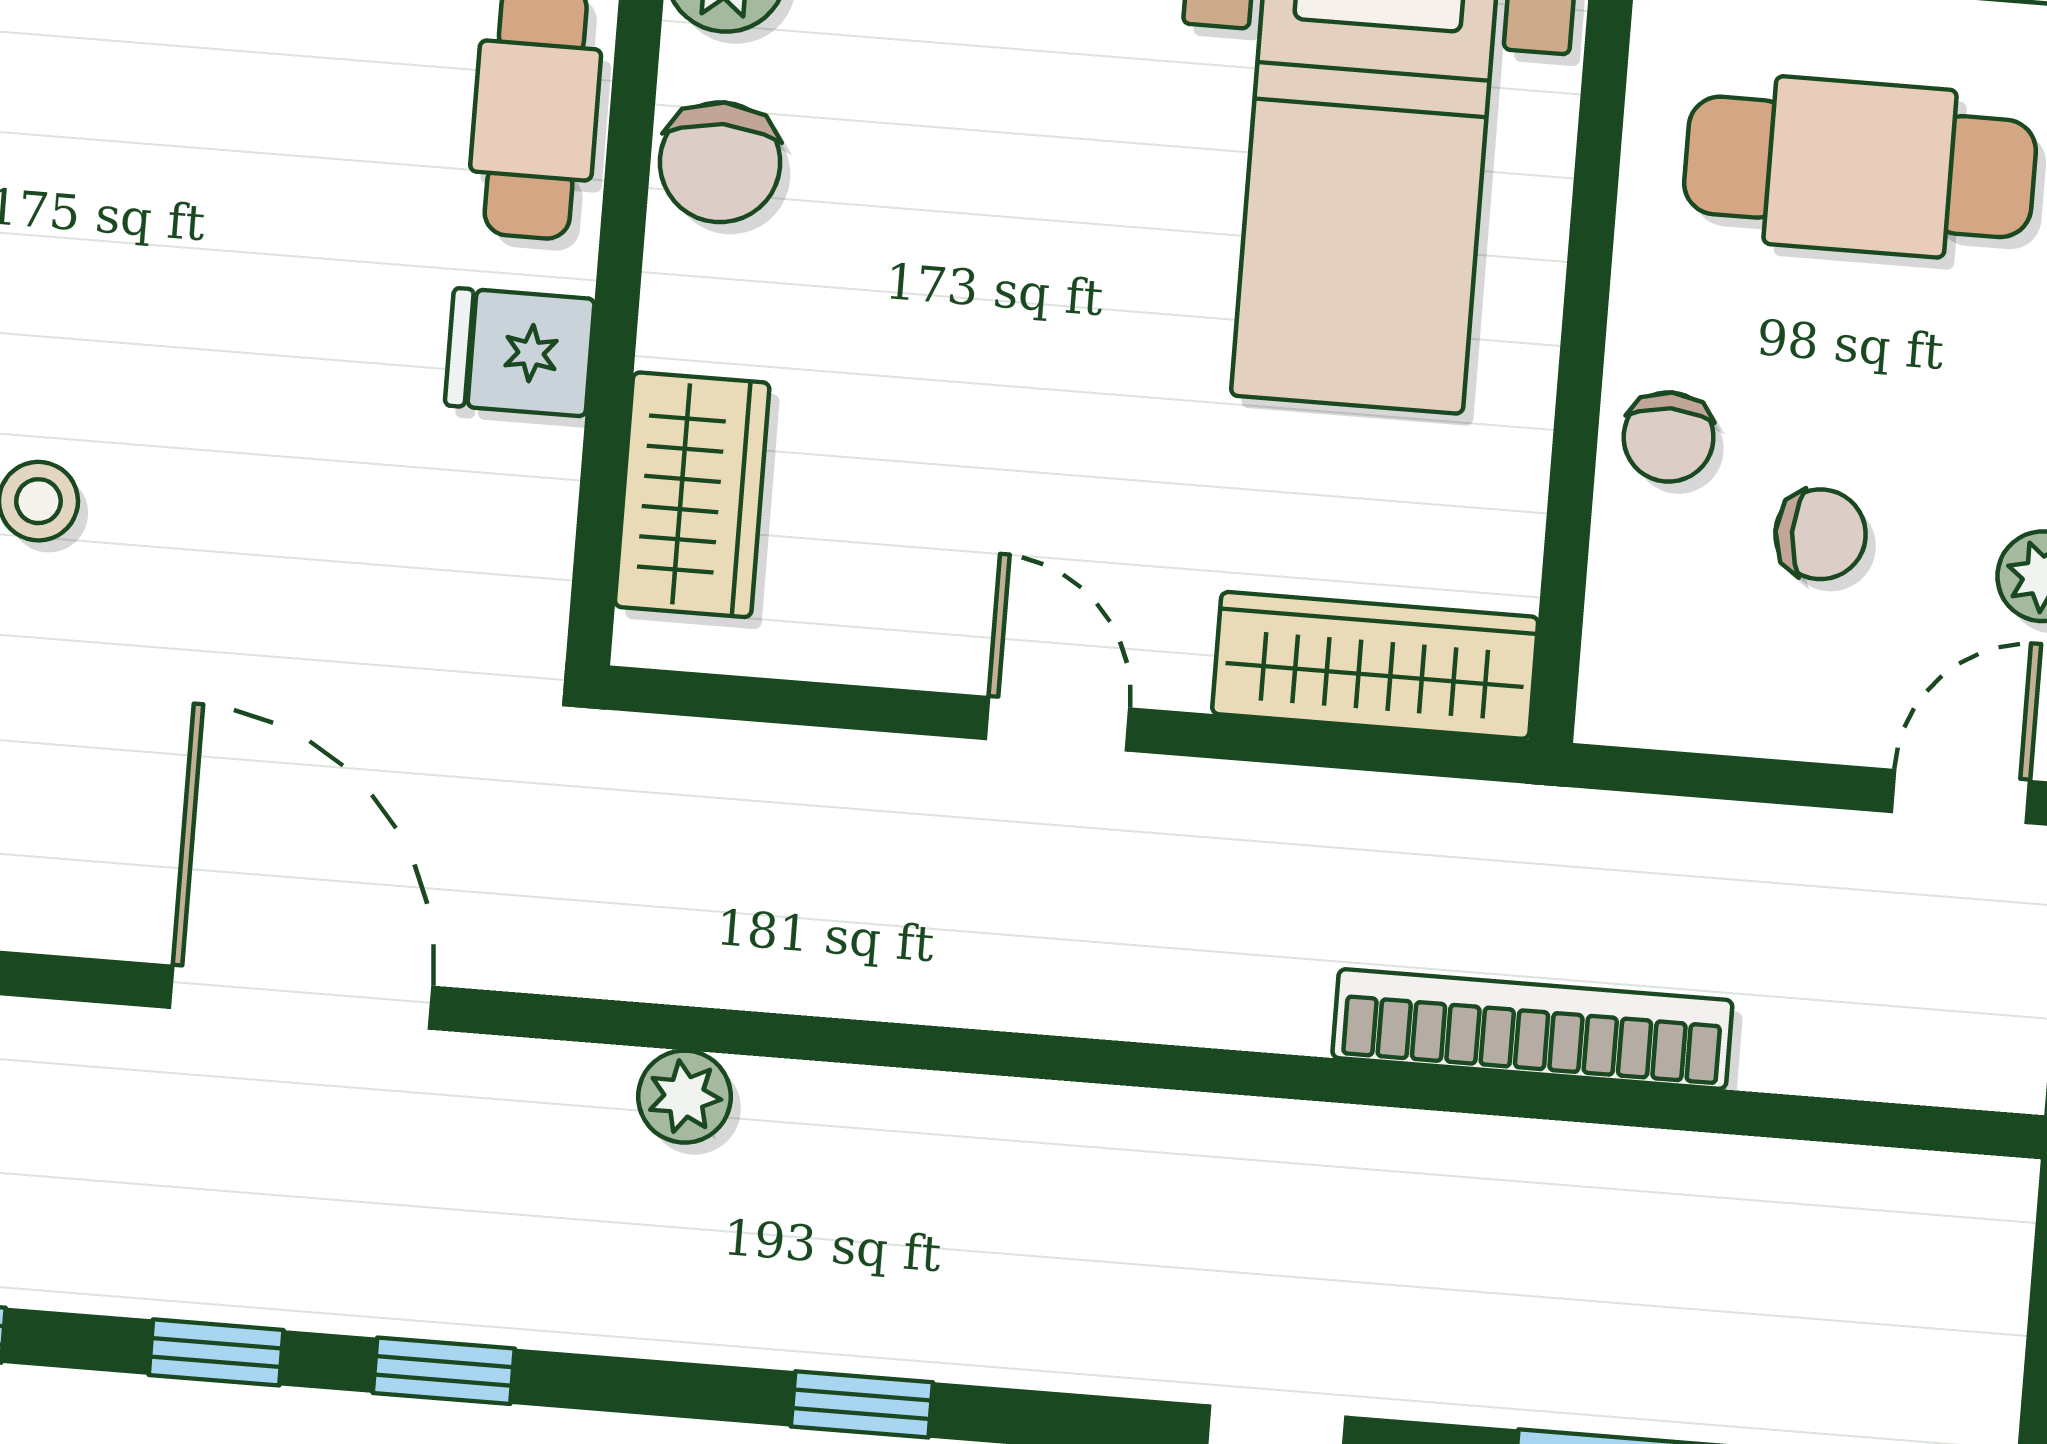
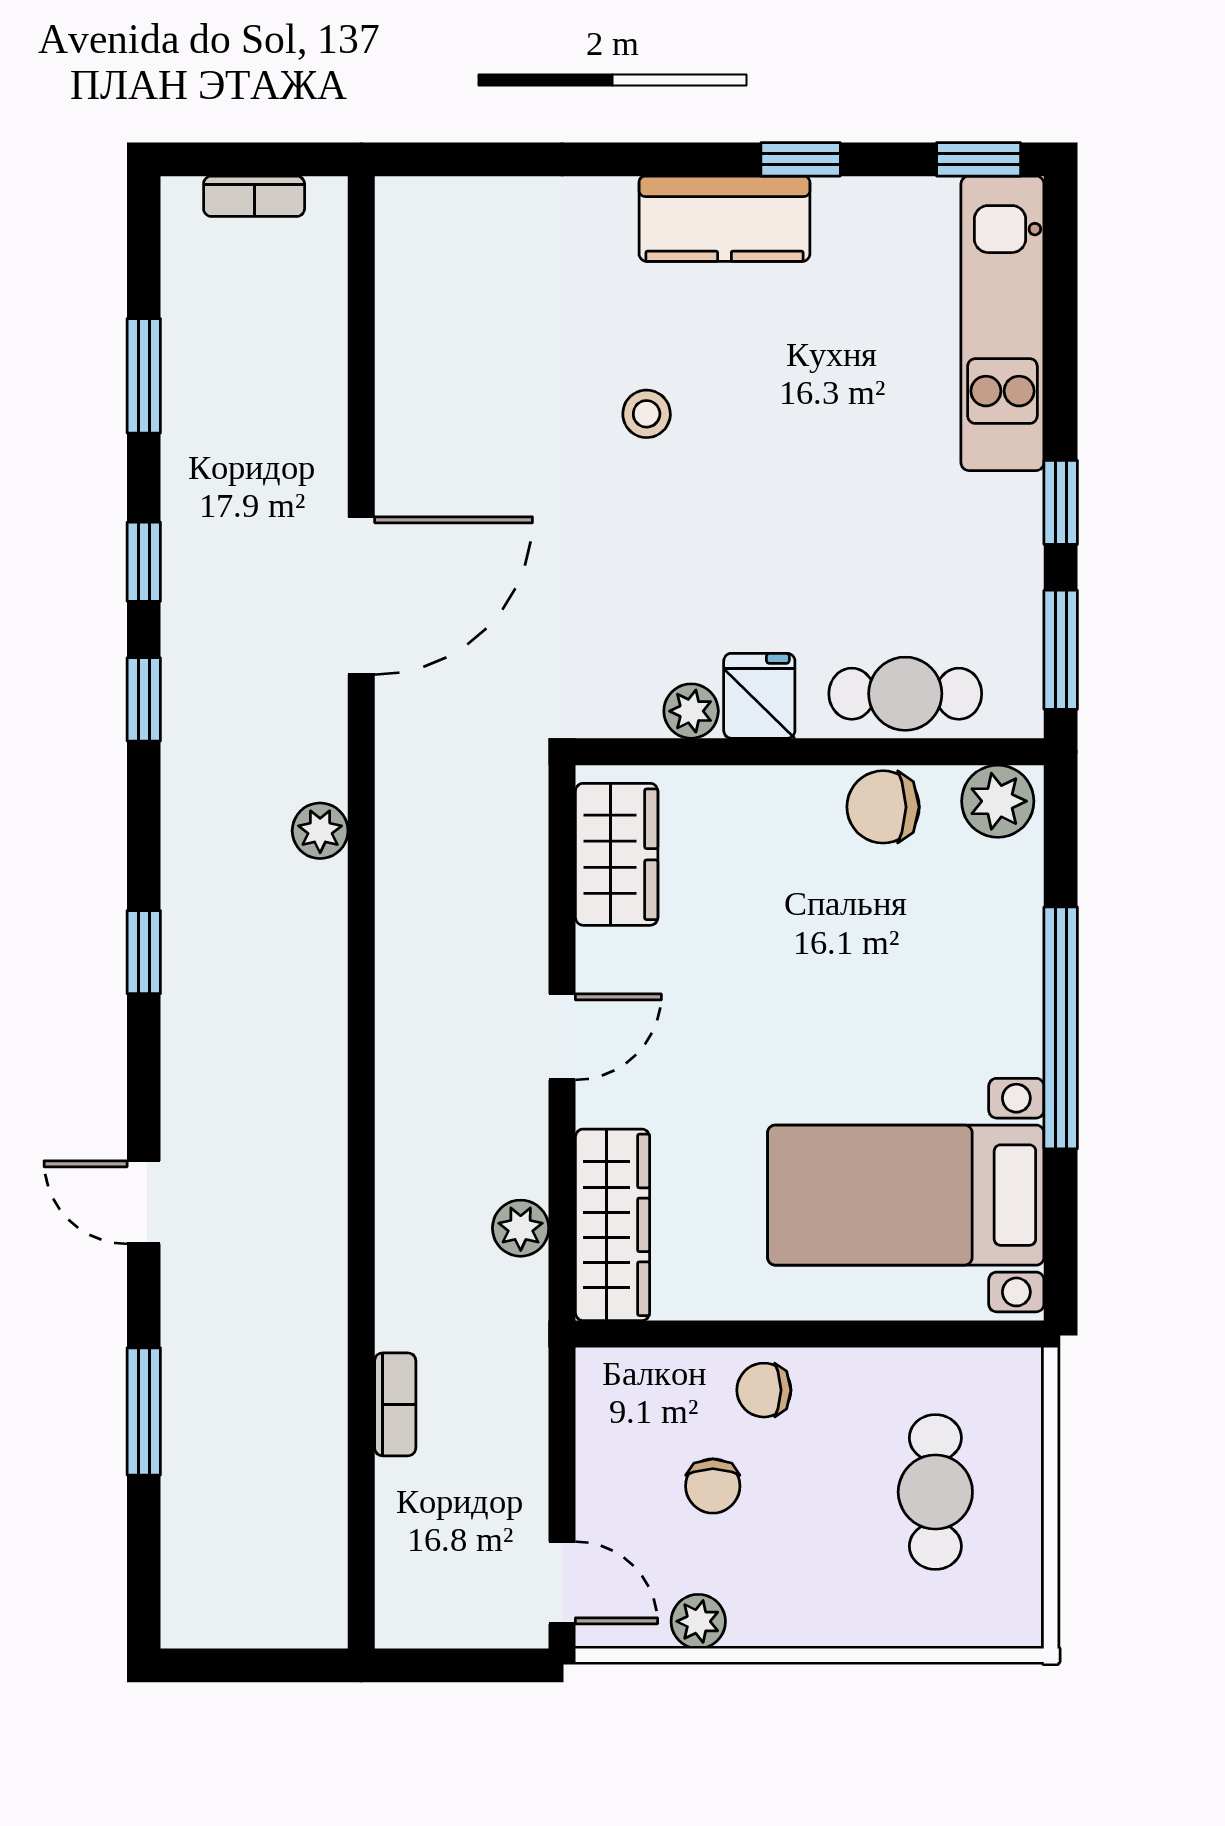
cafe table: (1860, 167) -> (935, 1492), width x0.73, depth x0.74
plant: (536, 467) -> (691, 711), added
wardrobe: (692, 495) -> (617, 854), moved, turned -90
plant: (1368, 818) -> (521, 1228), added
bookcase: (1532, 1029) -> (395, 1404), width x0.43, depth x0.76

